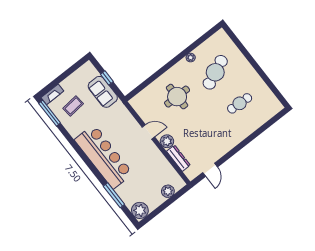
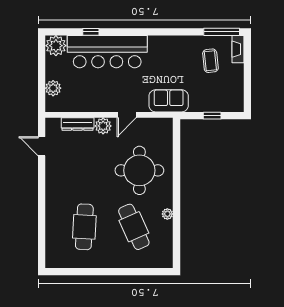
sofa: (103, 92) -> (169, 101), moved
round table: (177, 97) -> (139, 170), width x1.36, depth x1.36
cafe table: (240, 103) -> (84, 227), width x1.37, depth x1.35
bar counter: (104, 157) -> (107, 52), moved
window: (114, 195) -> (91, 32), width x0.46

